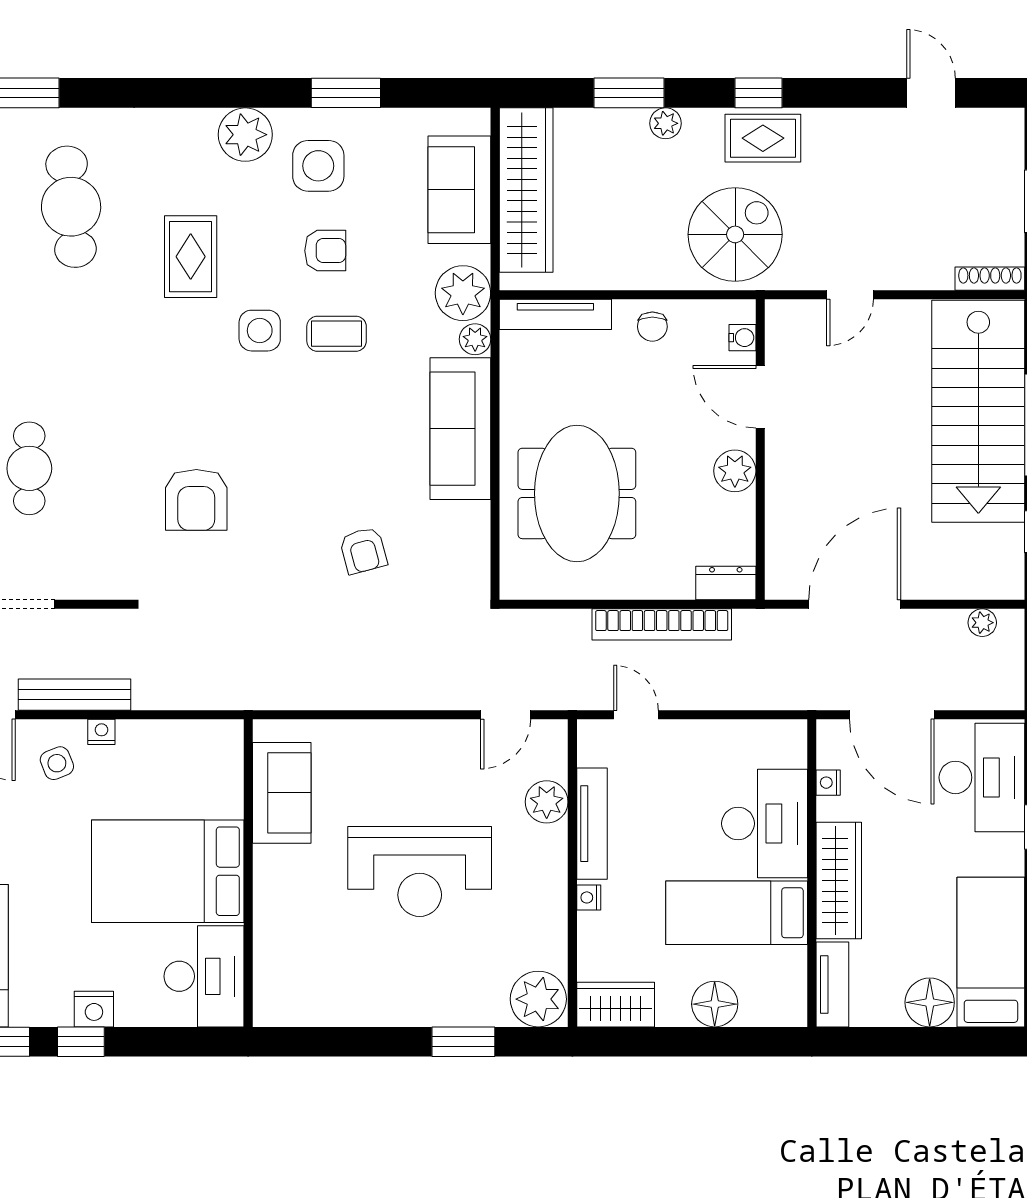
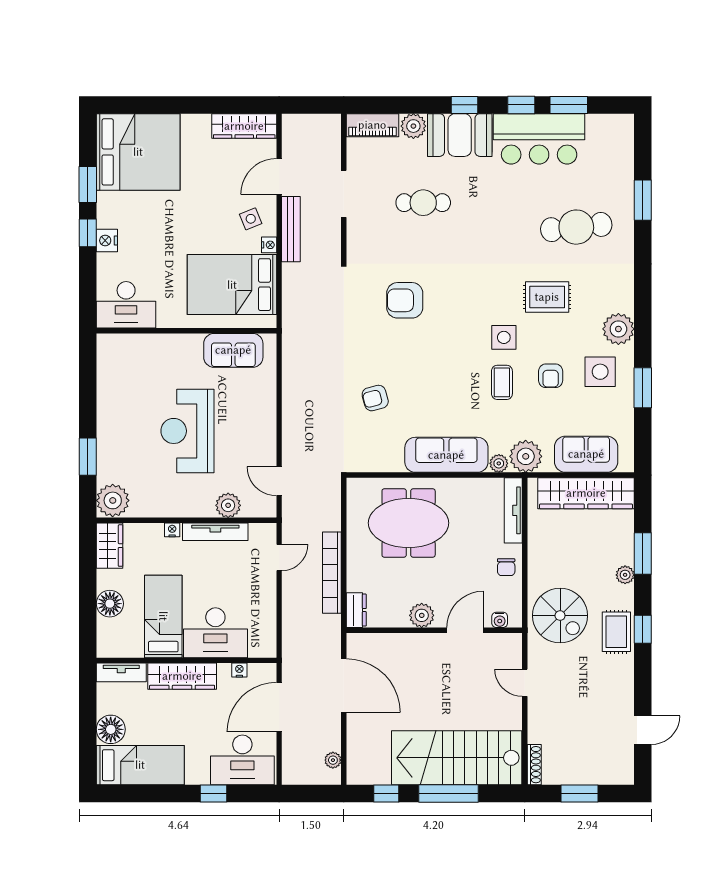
chair: (652, 327) -> (506, 567), turned -90
bed: (168, 871) -> (232, 285), moved, turned -90

